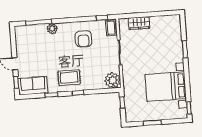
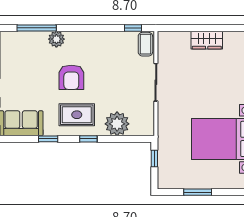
wardrobe: (139, 23) -> (207, 40), moved
armchair: (83, 39) -> (71, 77), moved
plant: (113, 80) -> (117, 124), moved

